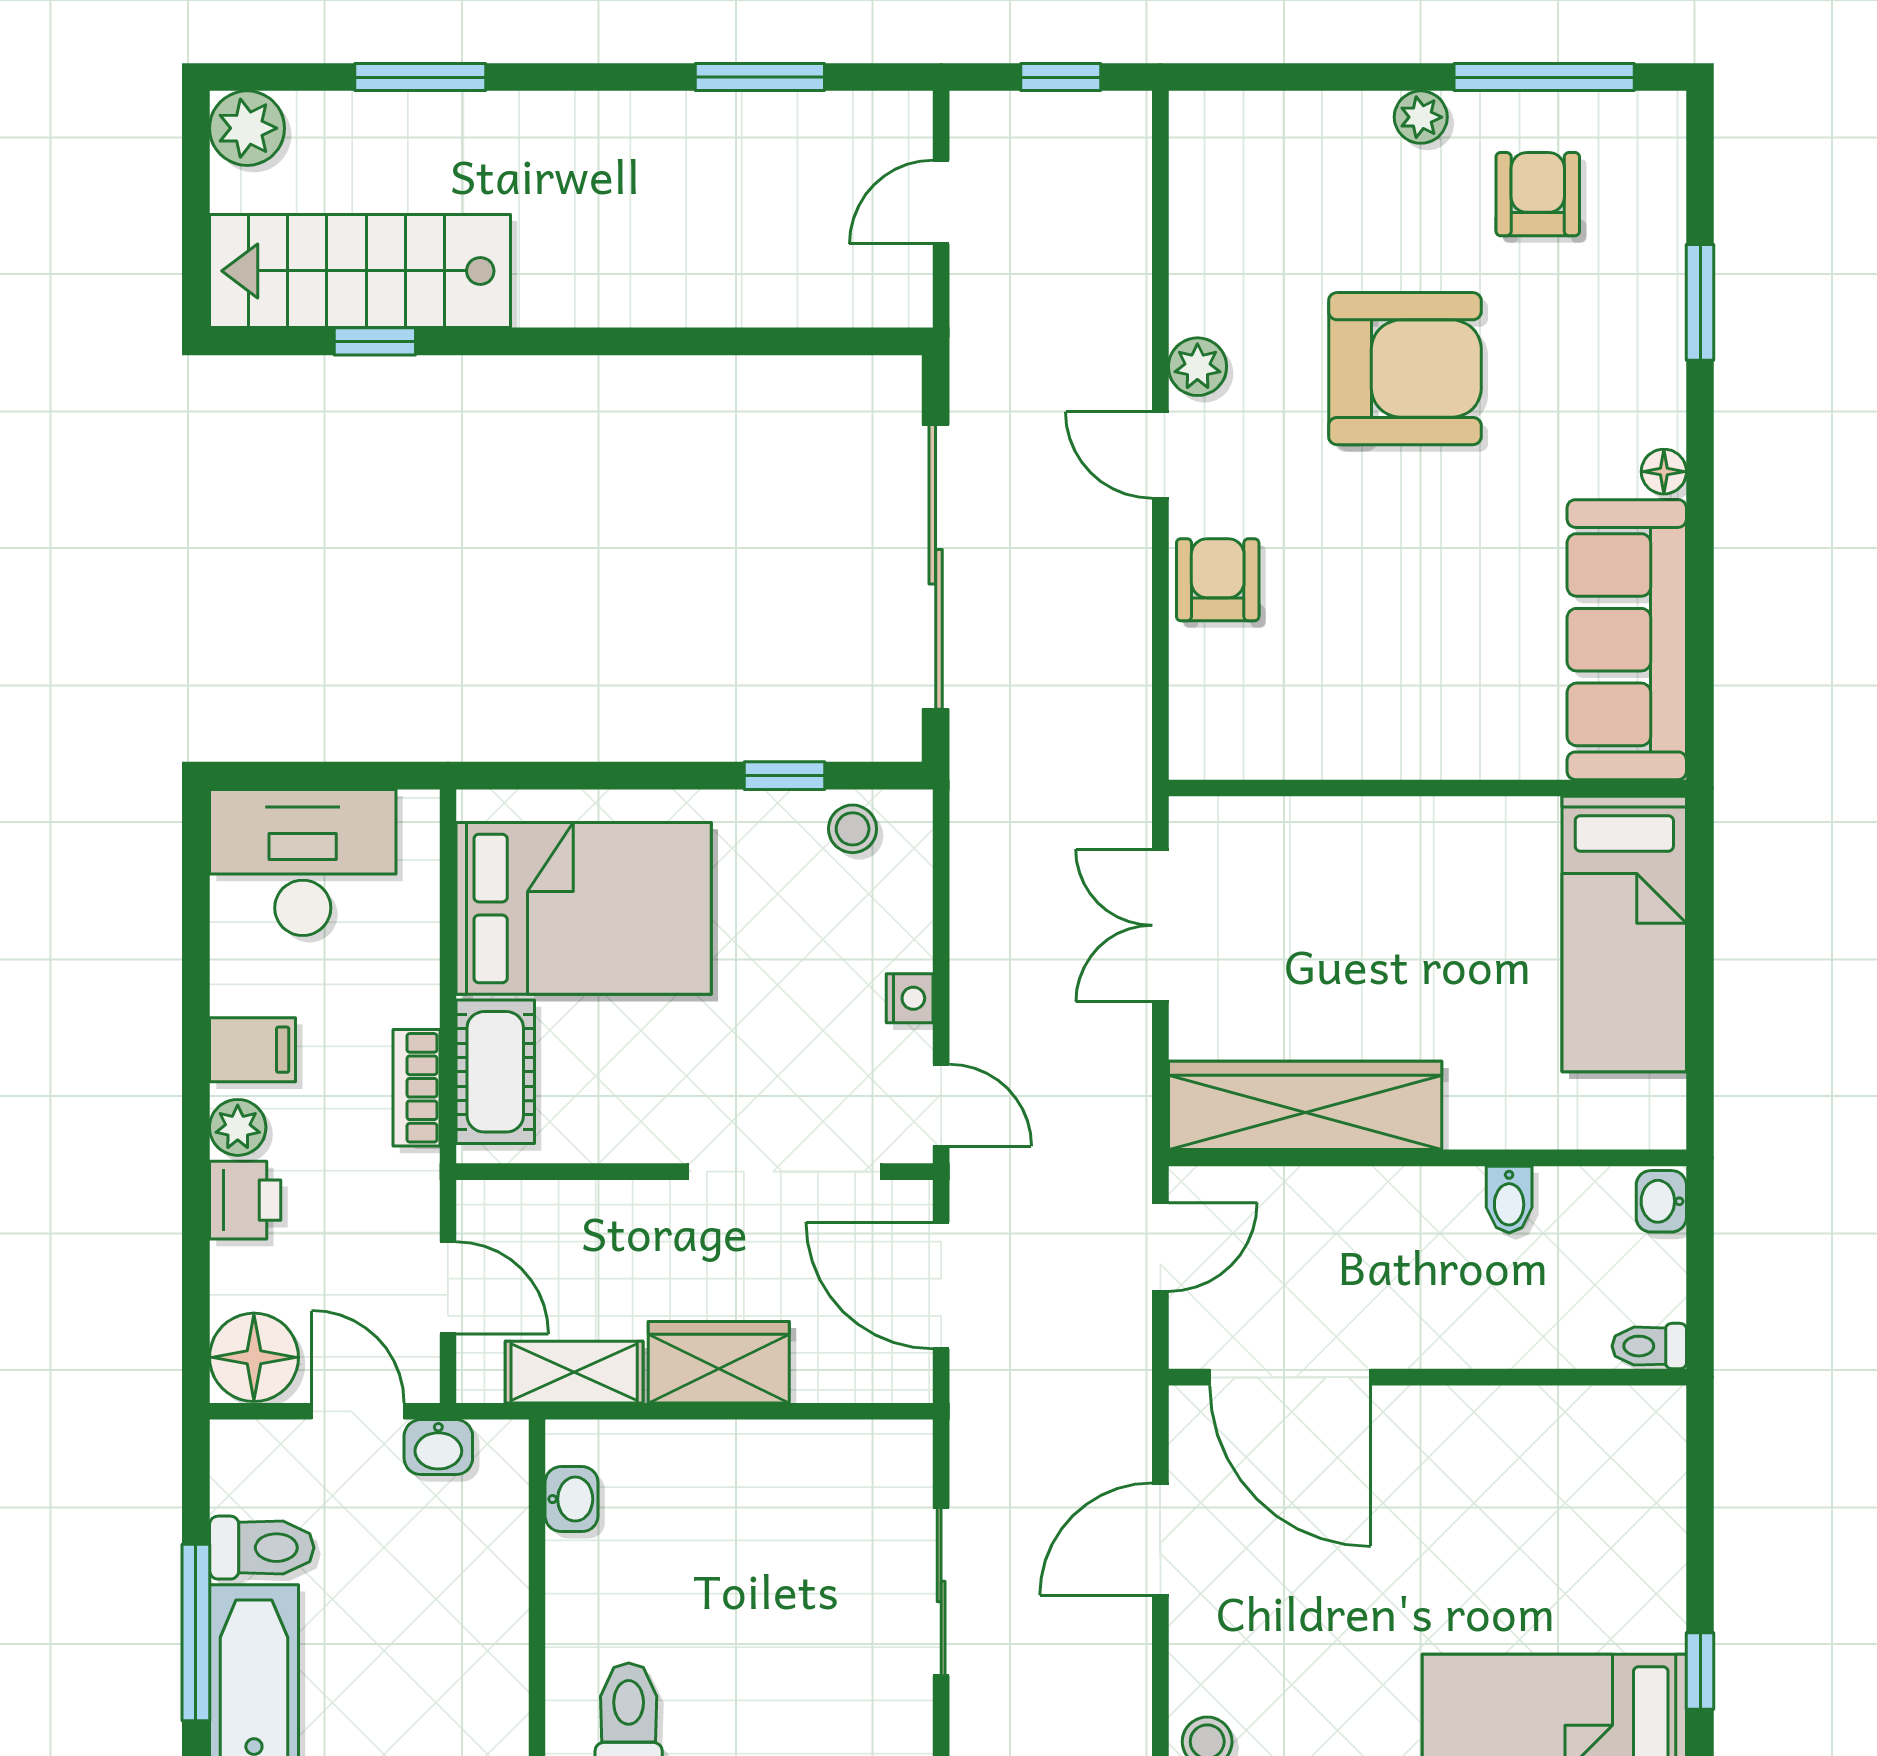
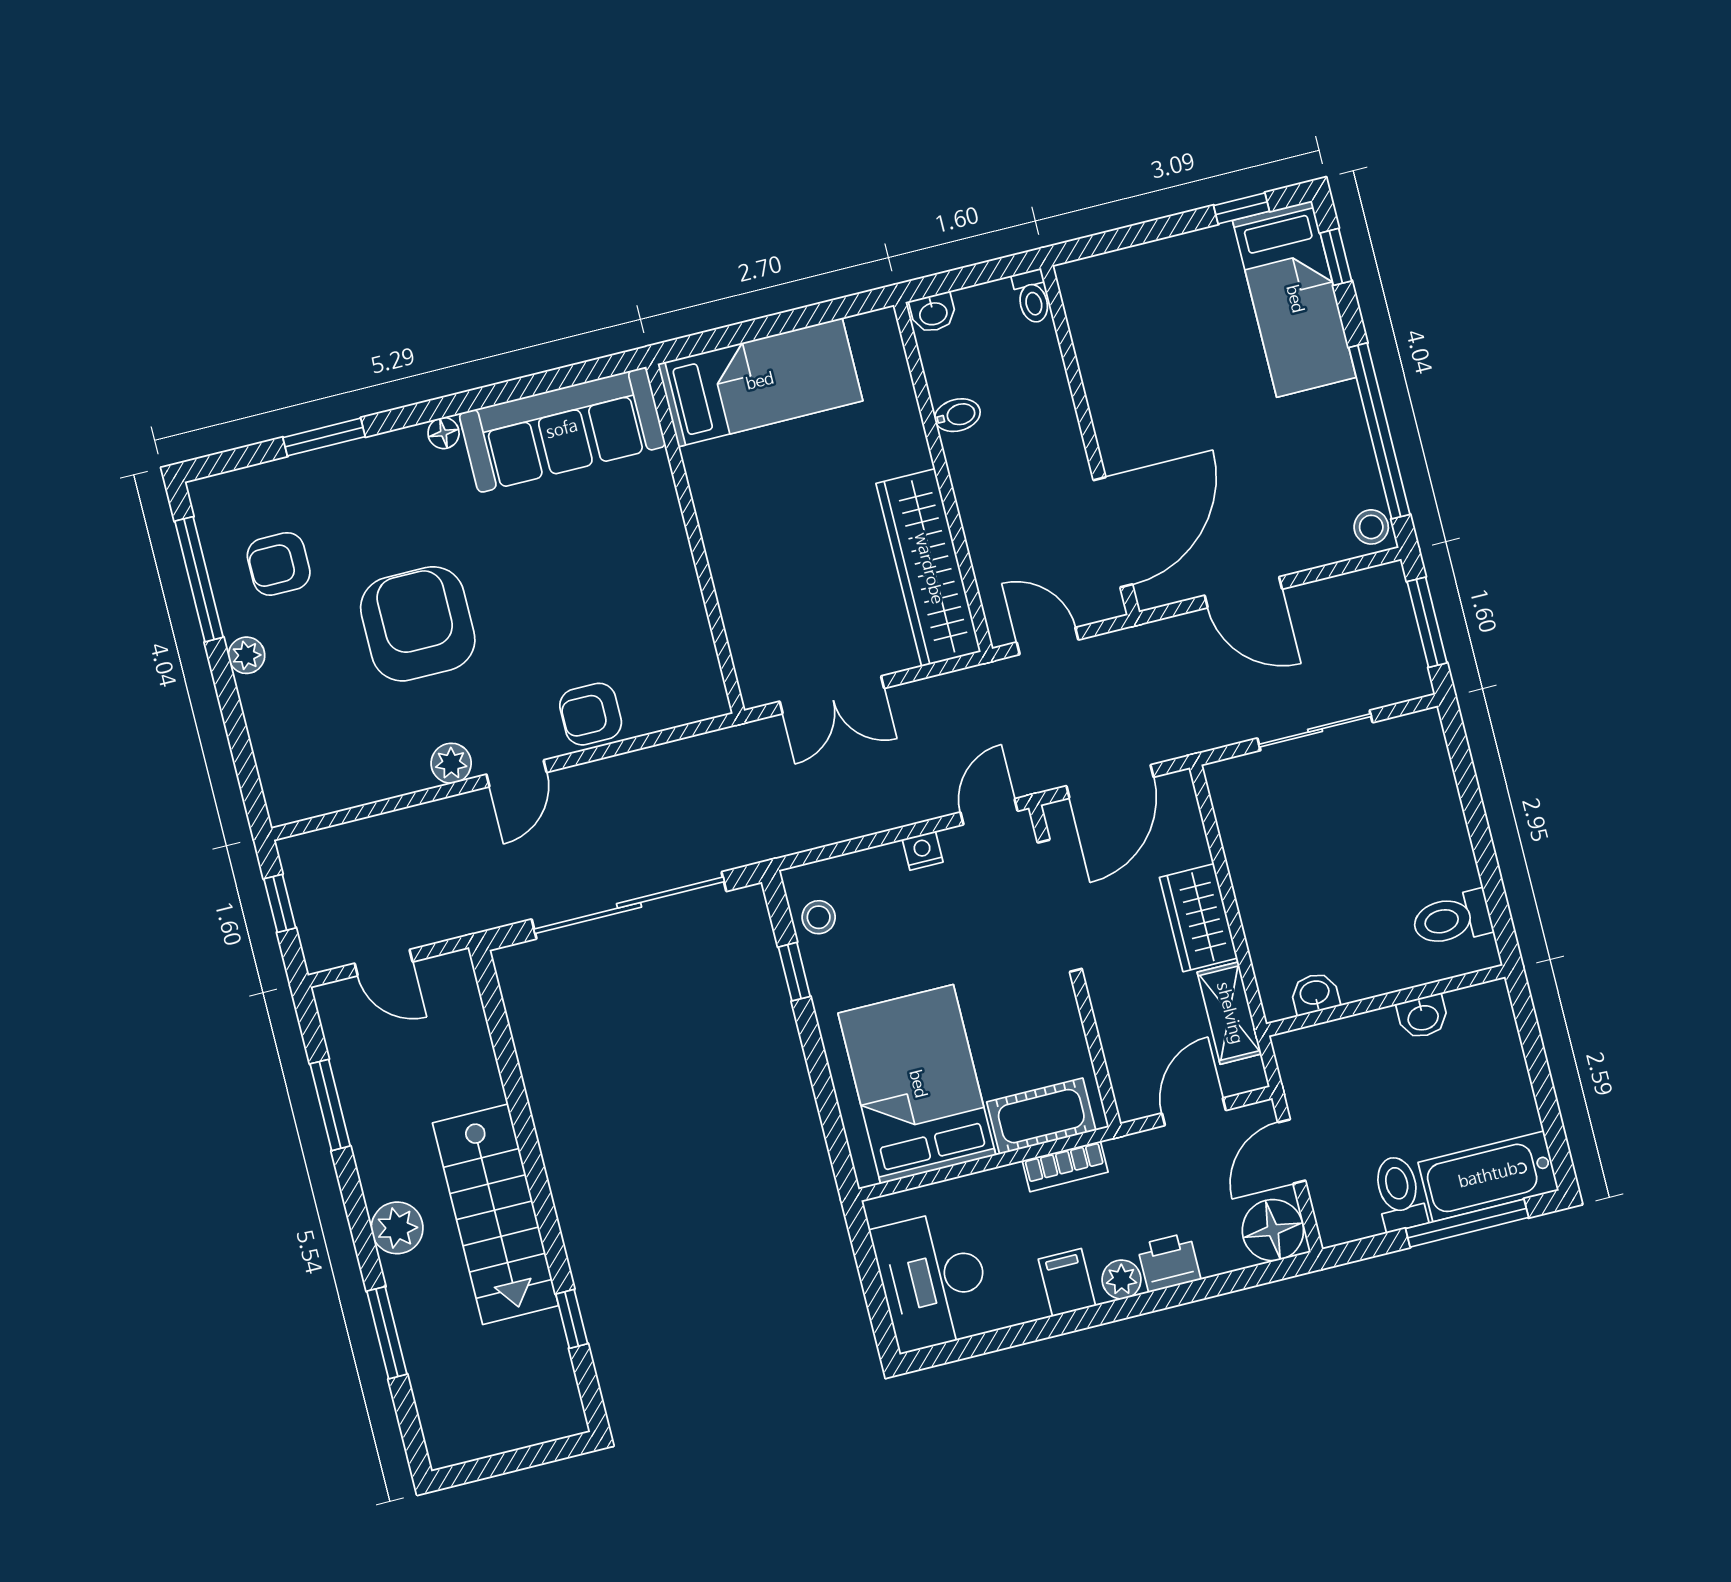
plant: (247, 128) -> (397, 1228), moved
stairs: (360, 271) -> (495, 1214), moved
washbasin: (438, 1447) -> (1423, 1017), moved, turned 90

